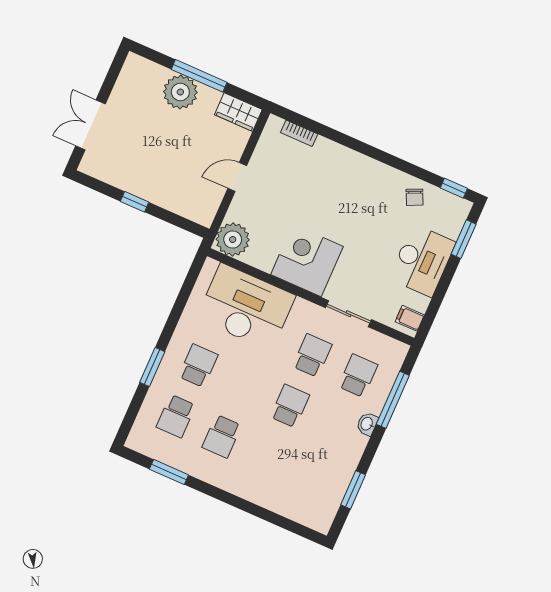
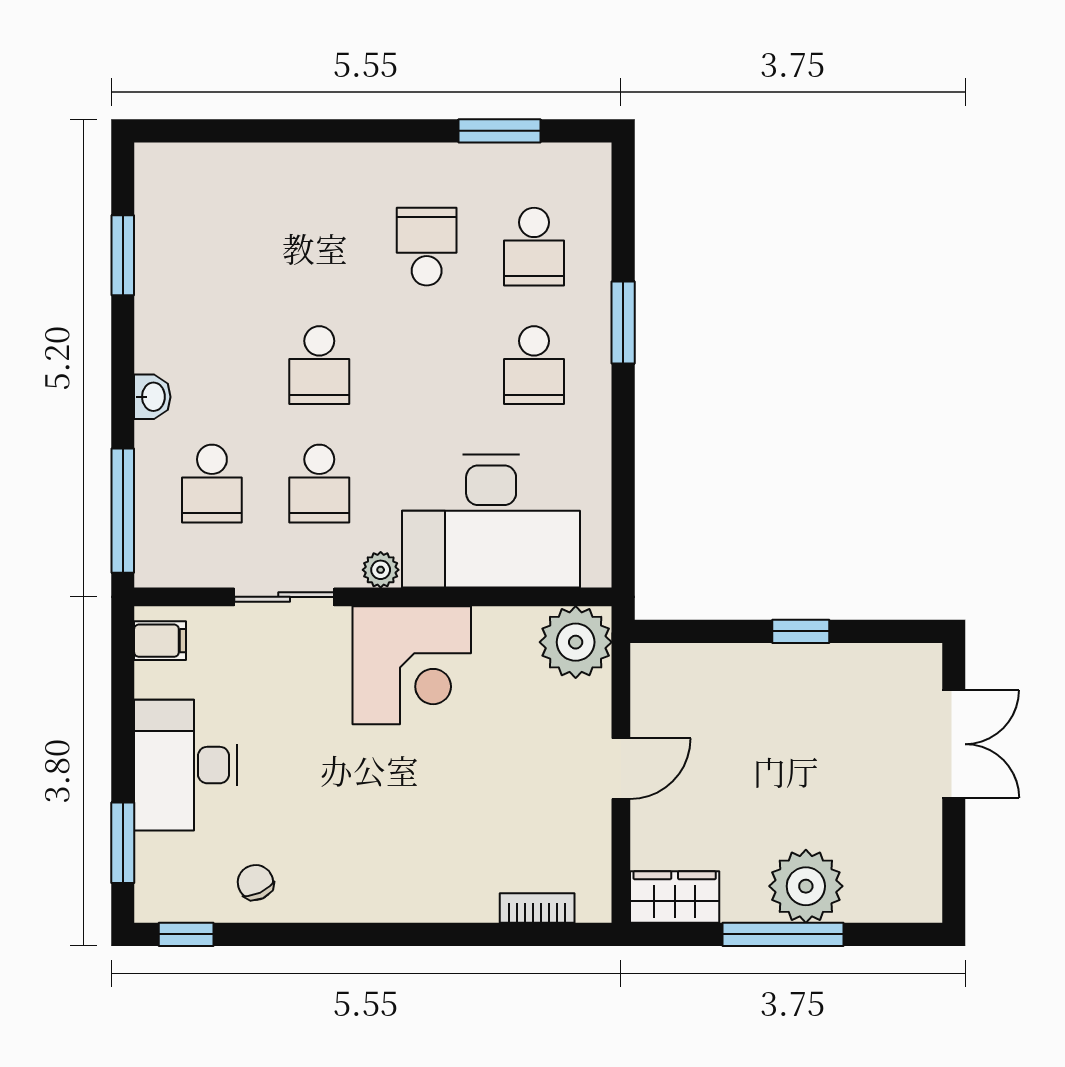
plant: (302, 307) -> (381, 570), added
window: (393, 400) -> (123, 511), moved
school desk: (176, 416) -> (534, 247), turned 180

